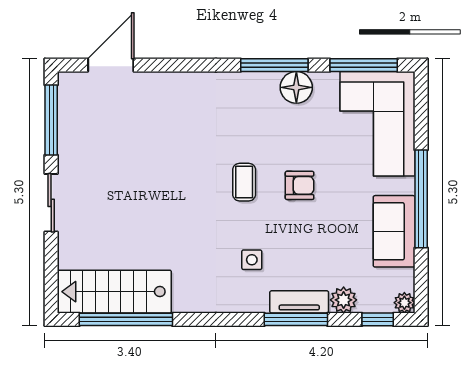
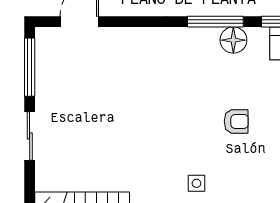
coffee table: (244, 182) -> (190, 119), removed

